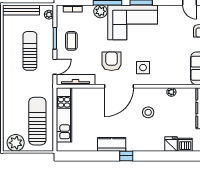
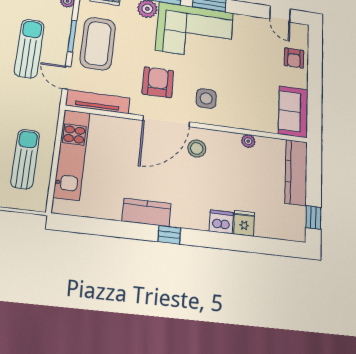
coffee table: (71, 41) -> (98, 44), width x1.86, depth x1.72
door: (55, 67) -> (67, 78), swing flipped
stool: (148, 112) -> (197, 148), moved
sun lounger: (37, 121) -> (25, 159), width x0.73, depth x0.75
dishwasher: (185, 145) -> (221, 222), moved

